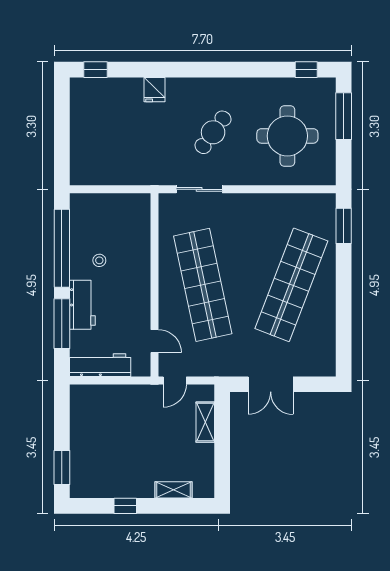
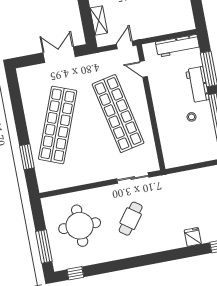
fridge: (154, 90) -> (193, 237), moved
window: (344, 226) -> (27, 157), moved

